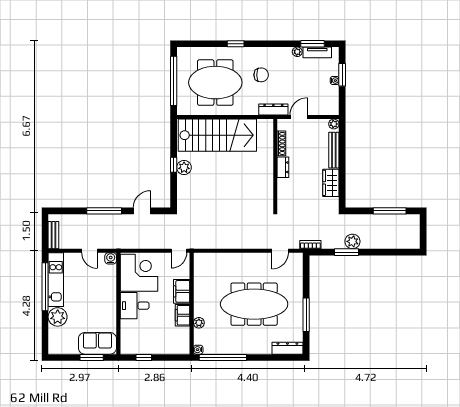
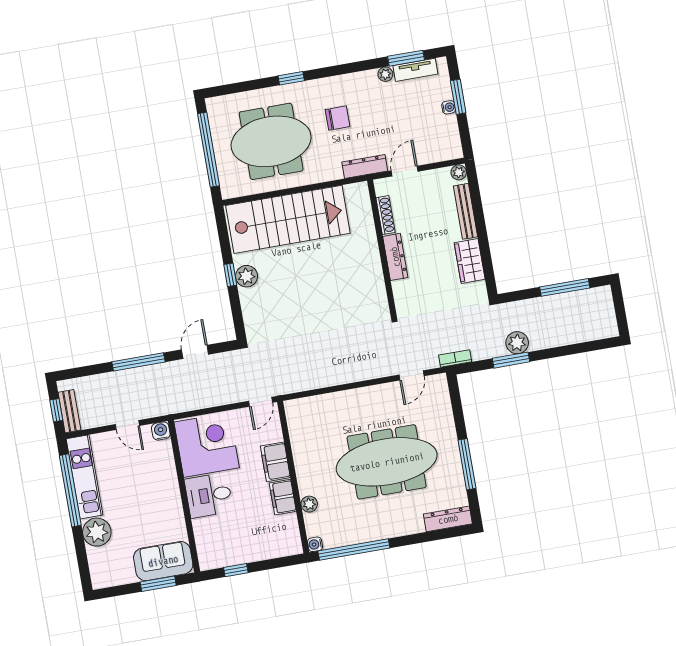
dresser: (283, 167) -> (395, 257), width x1.44
window: (45, 233) -> (56, 410), added

